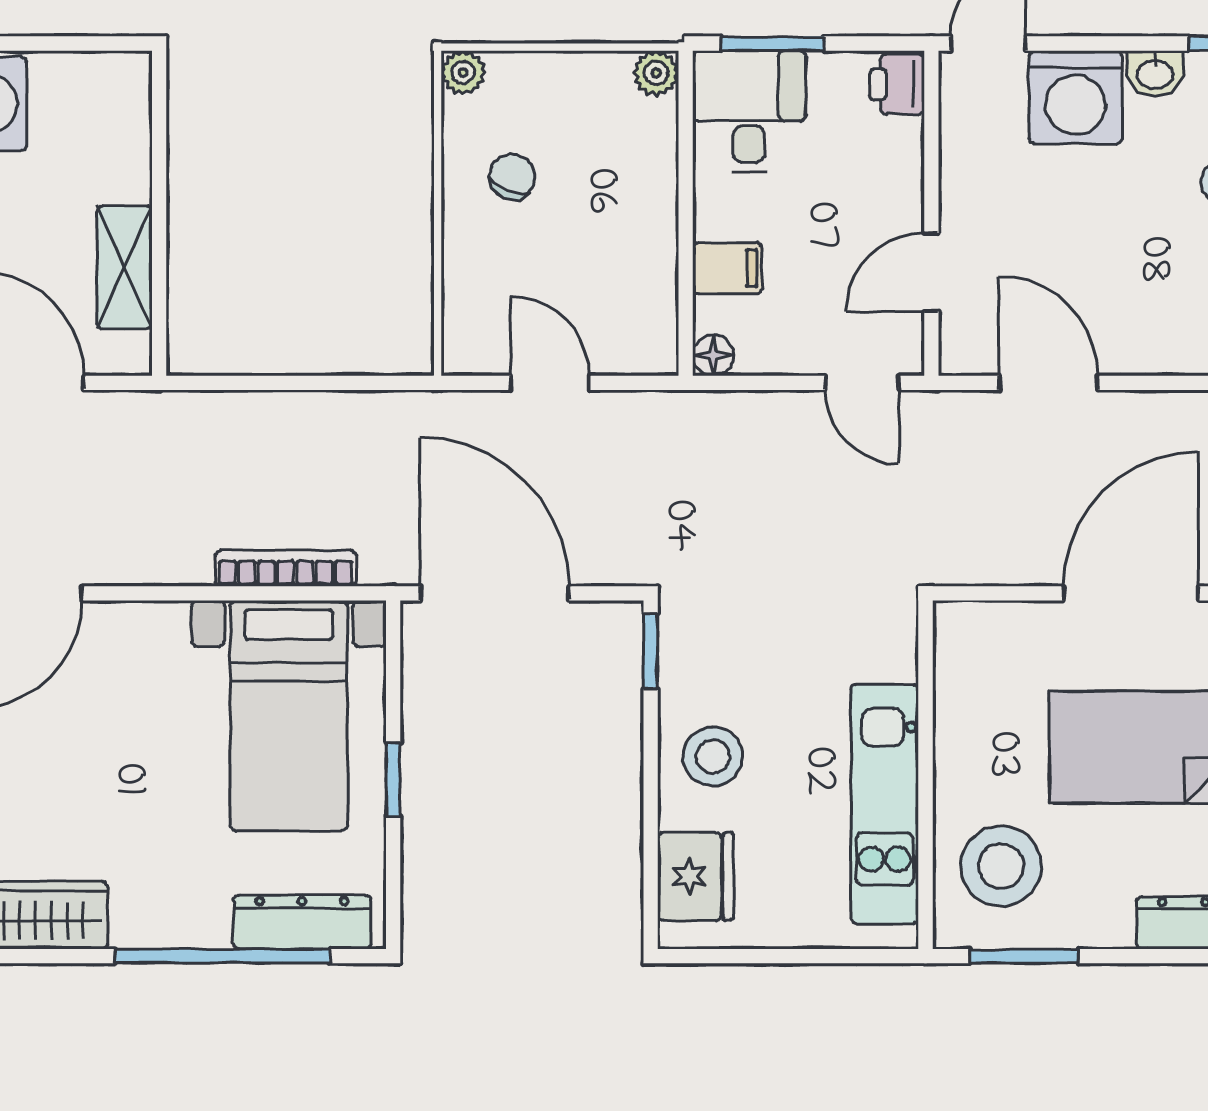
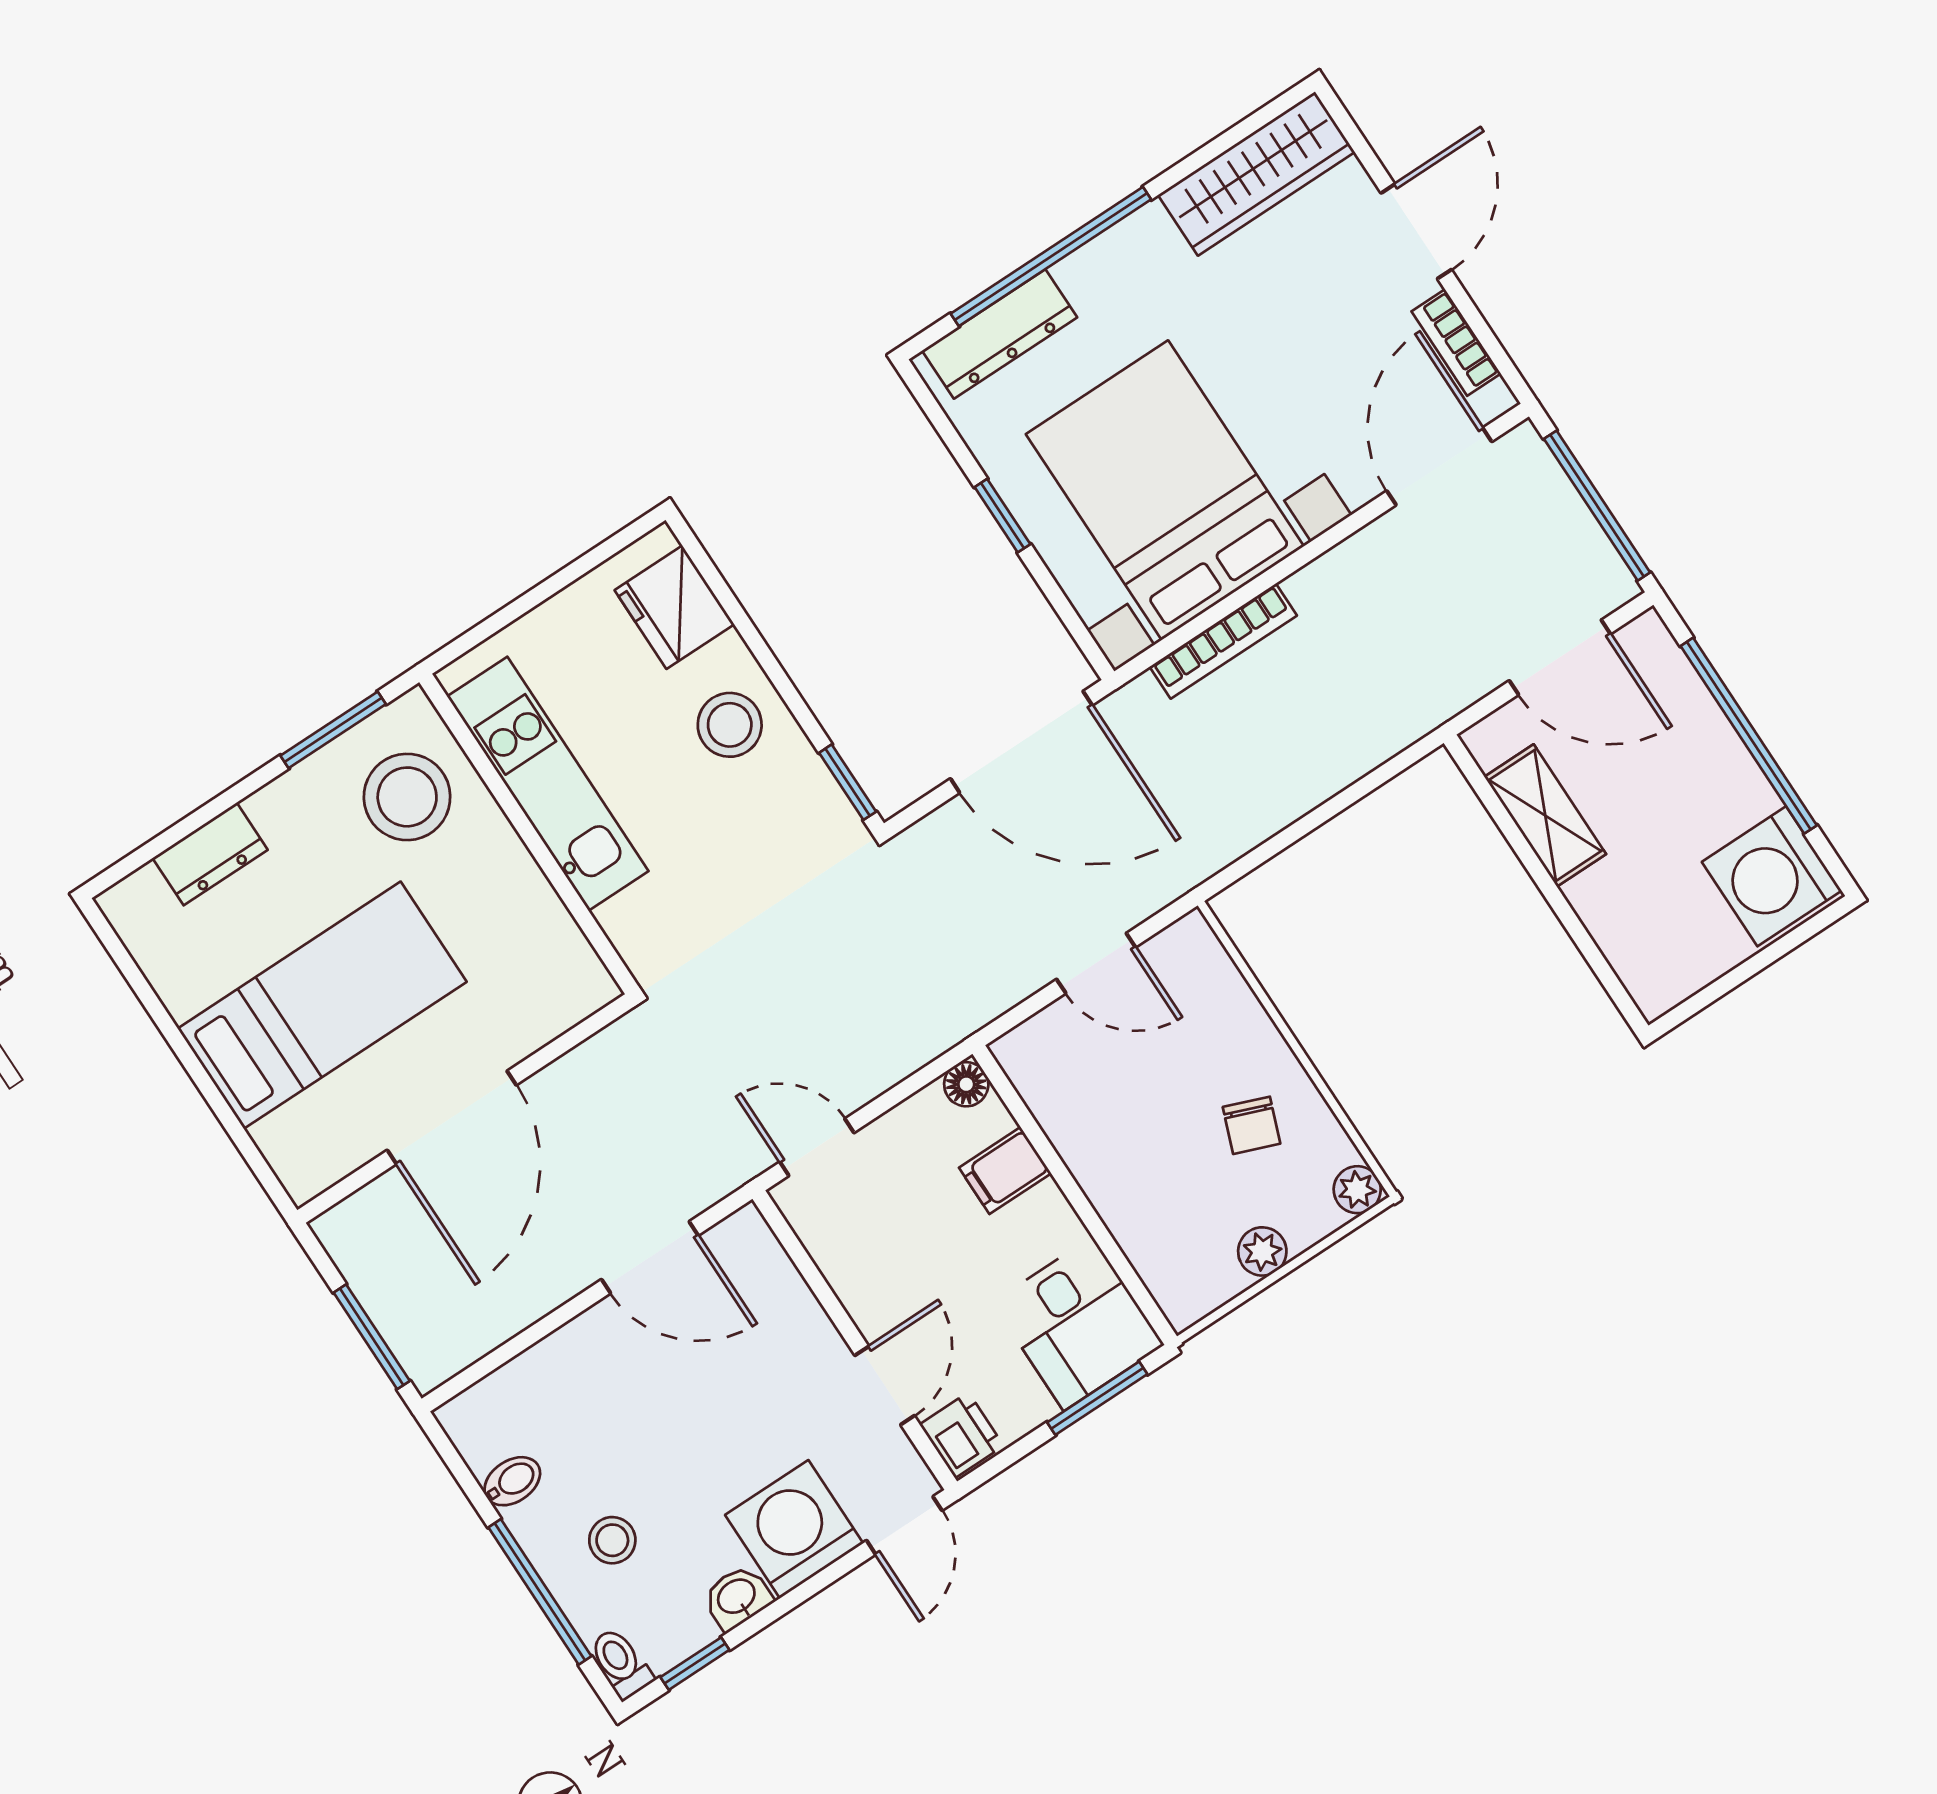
plant: (656, 73) -> (1262, 1251), moved
door: (931, 272) -> (885, 1386), moved
bed with nightstands: (289, 716) -> (1165, 490), width x1.36

